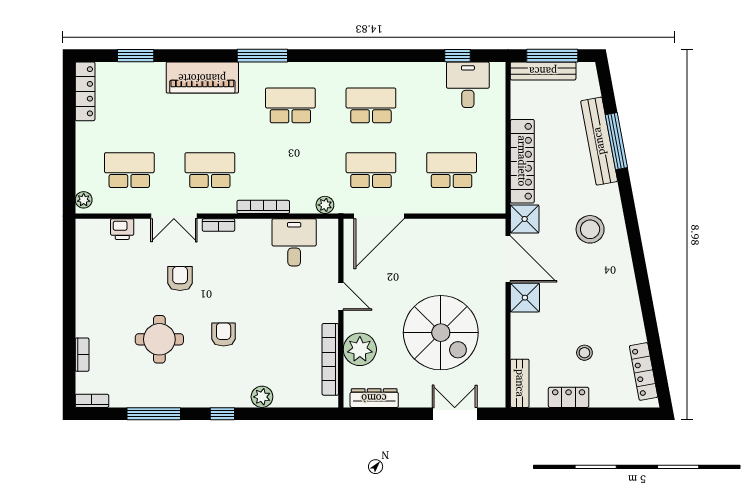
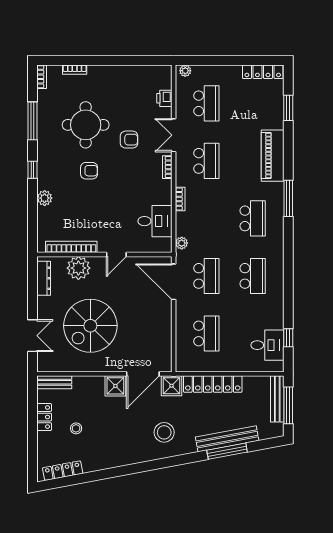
bookcase: (263, 207) -> (180, 199), width x0.64
round table: (159, 339) -> (86, 125), width x1.36, depth x1.36

